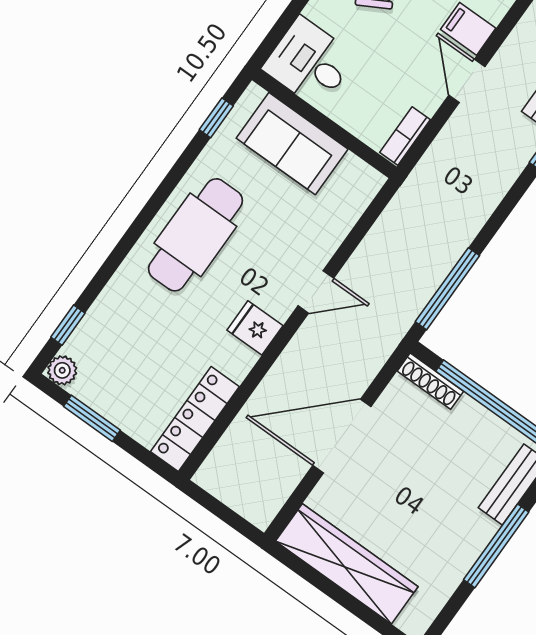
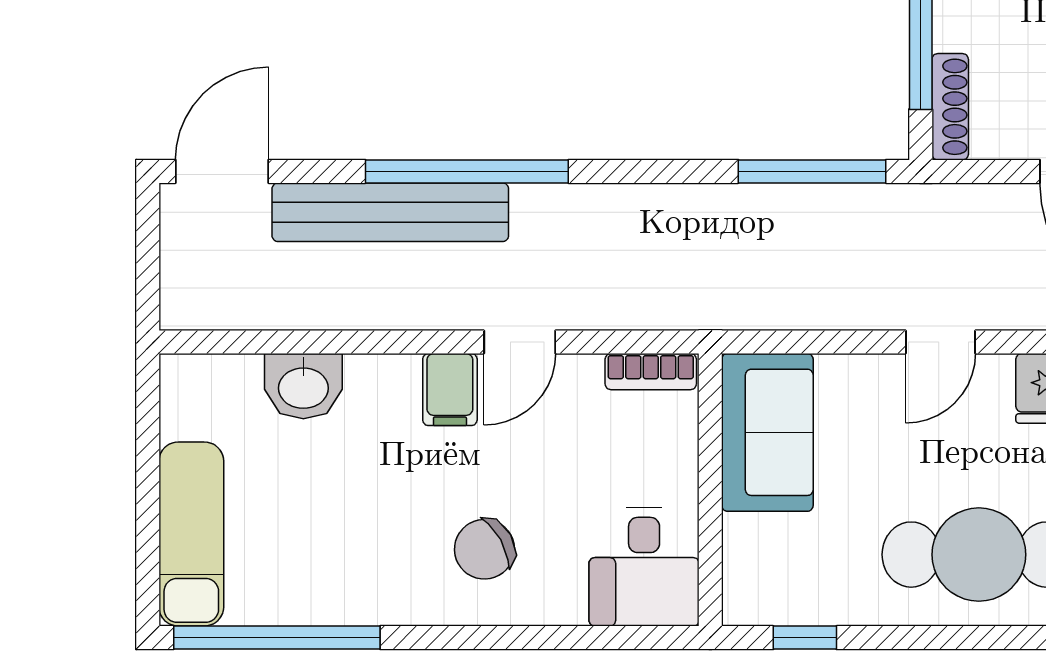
sofa: (292, 144) -> (767, 432), moved
door: (316, 292) -> (940, 342), swing flipped

